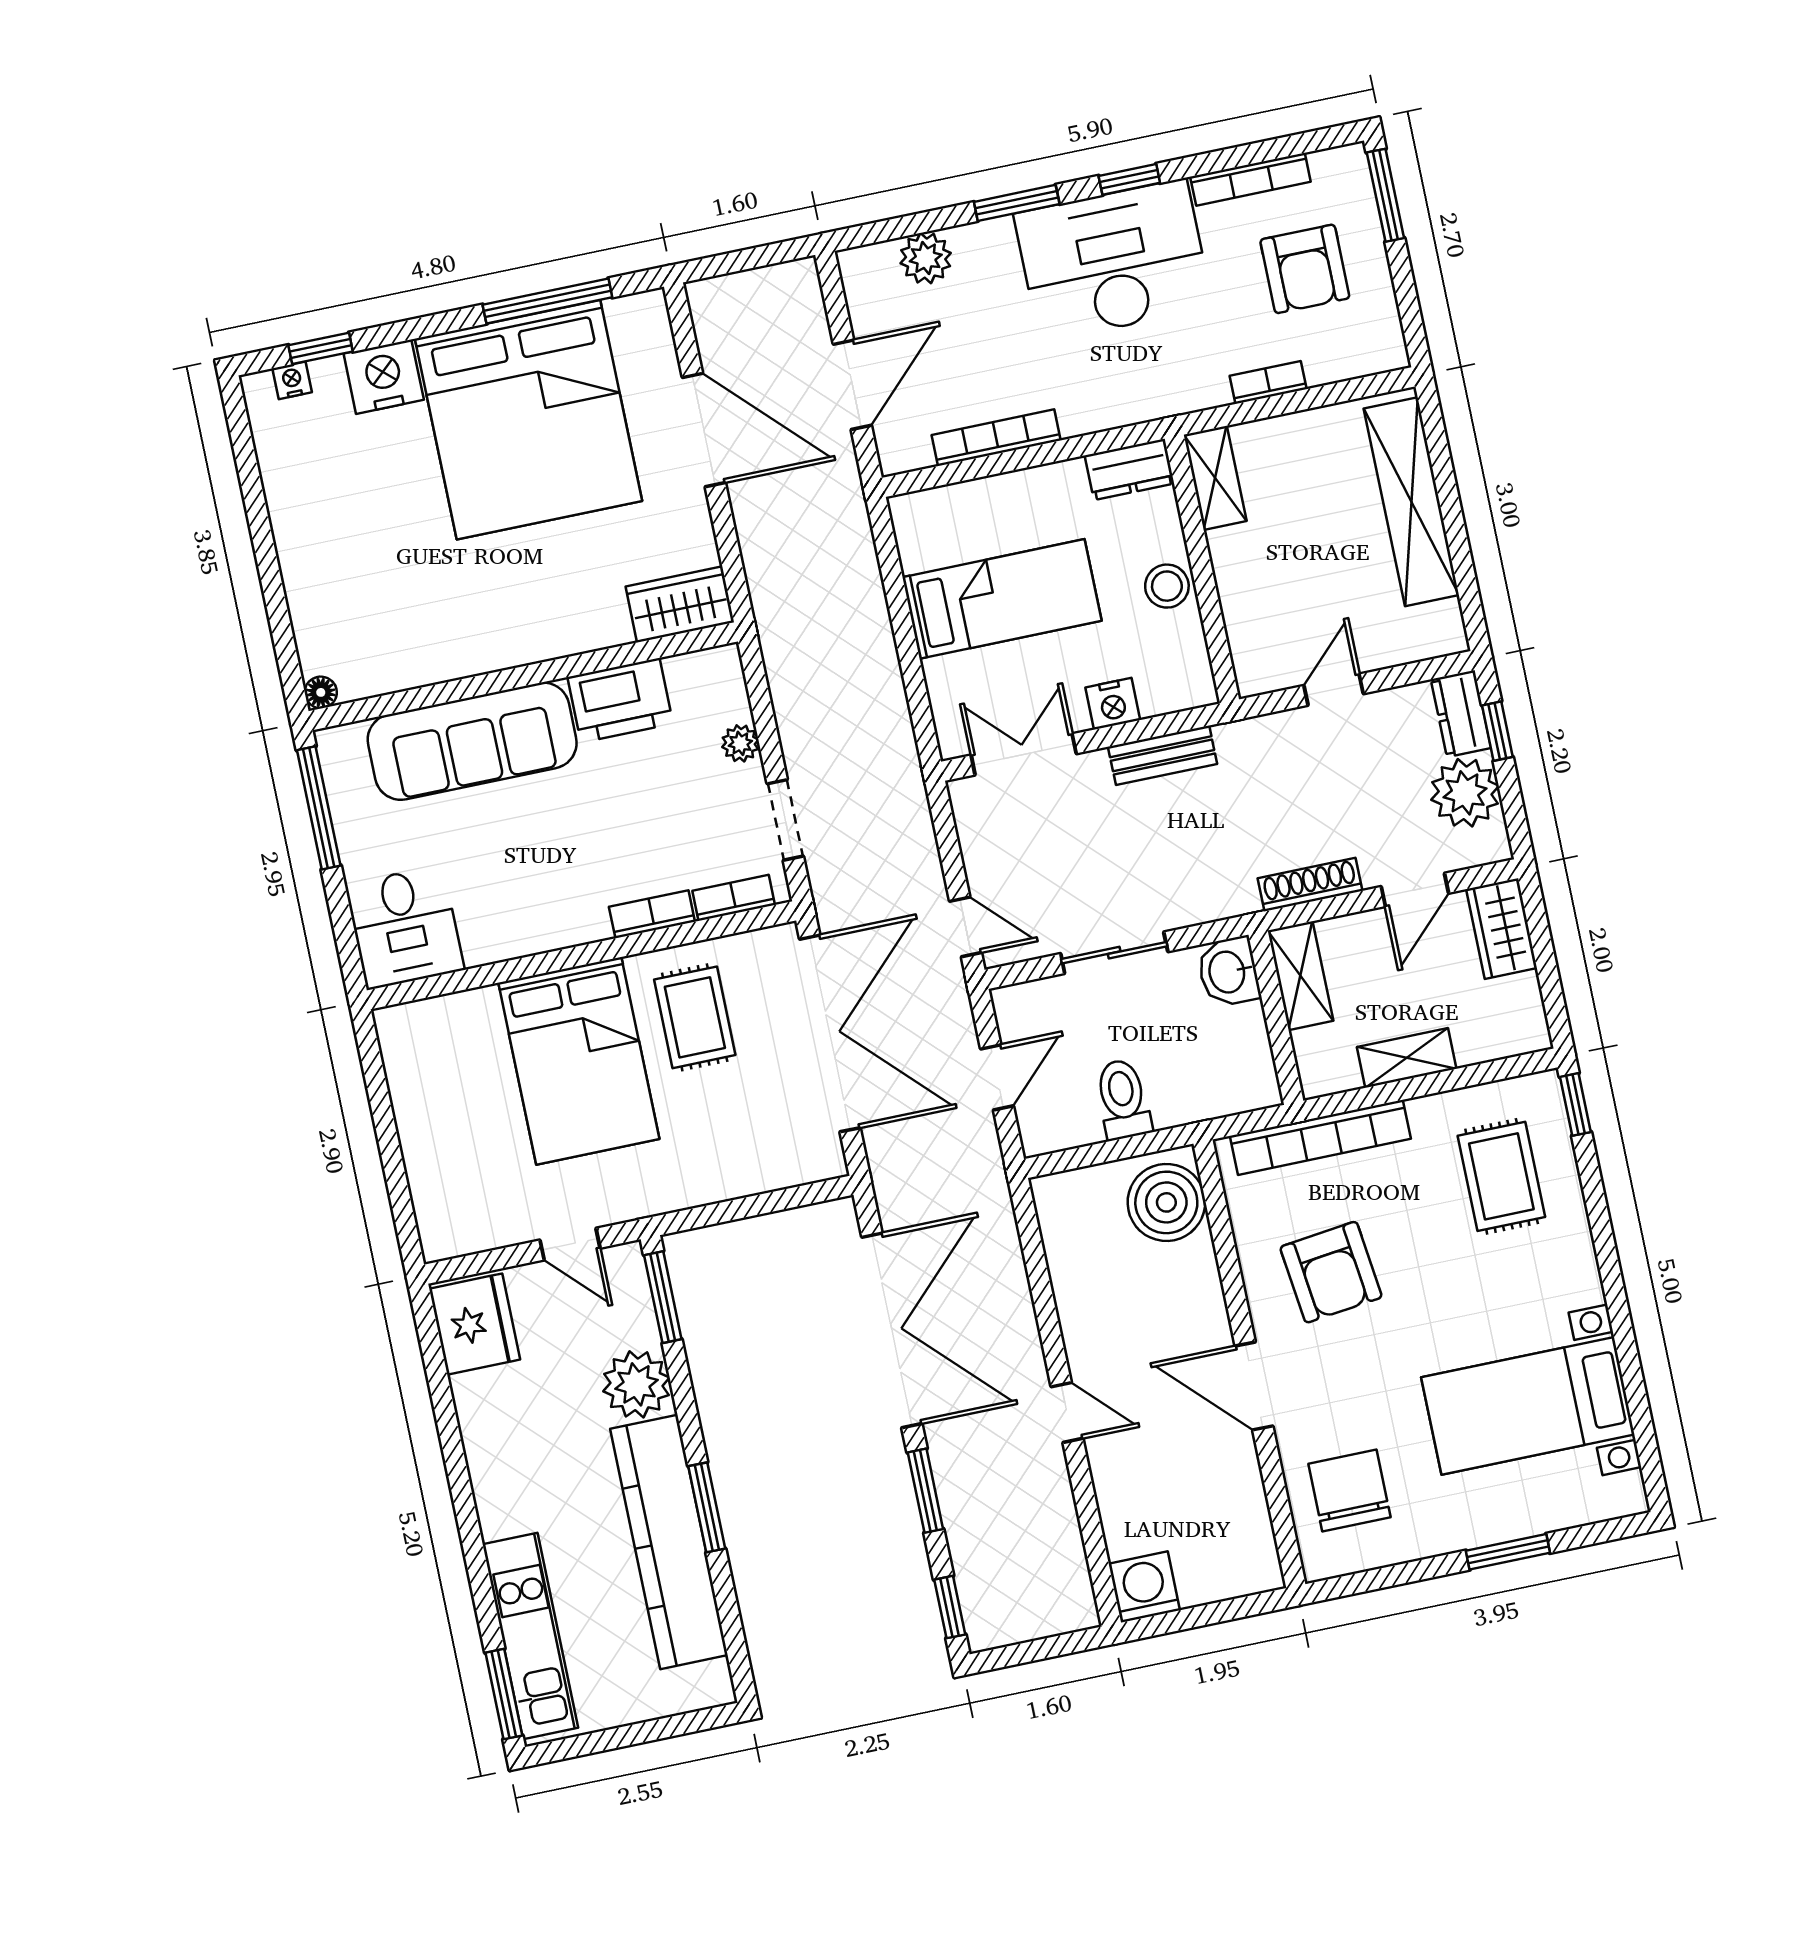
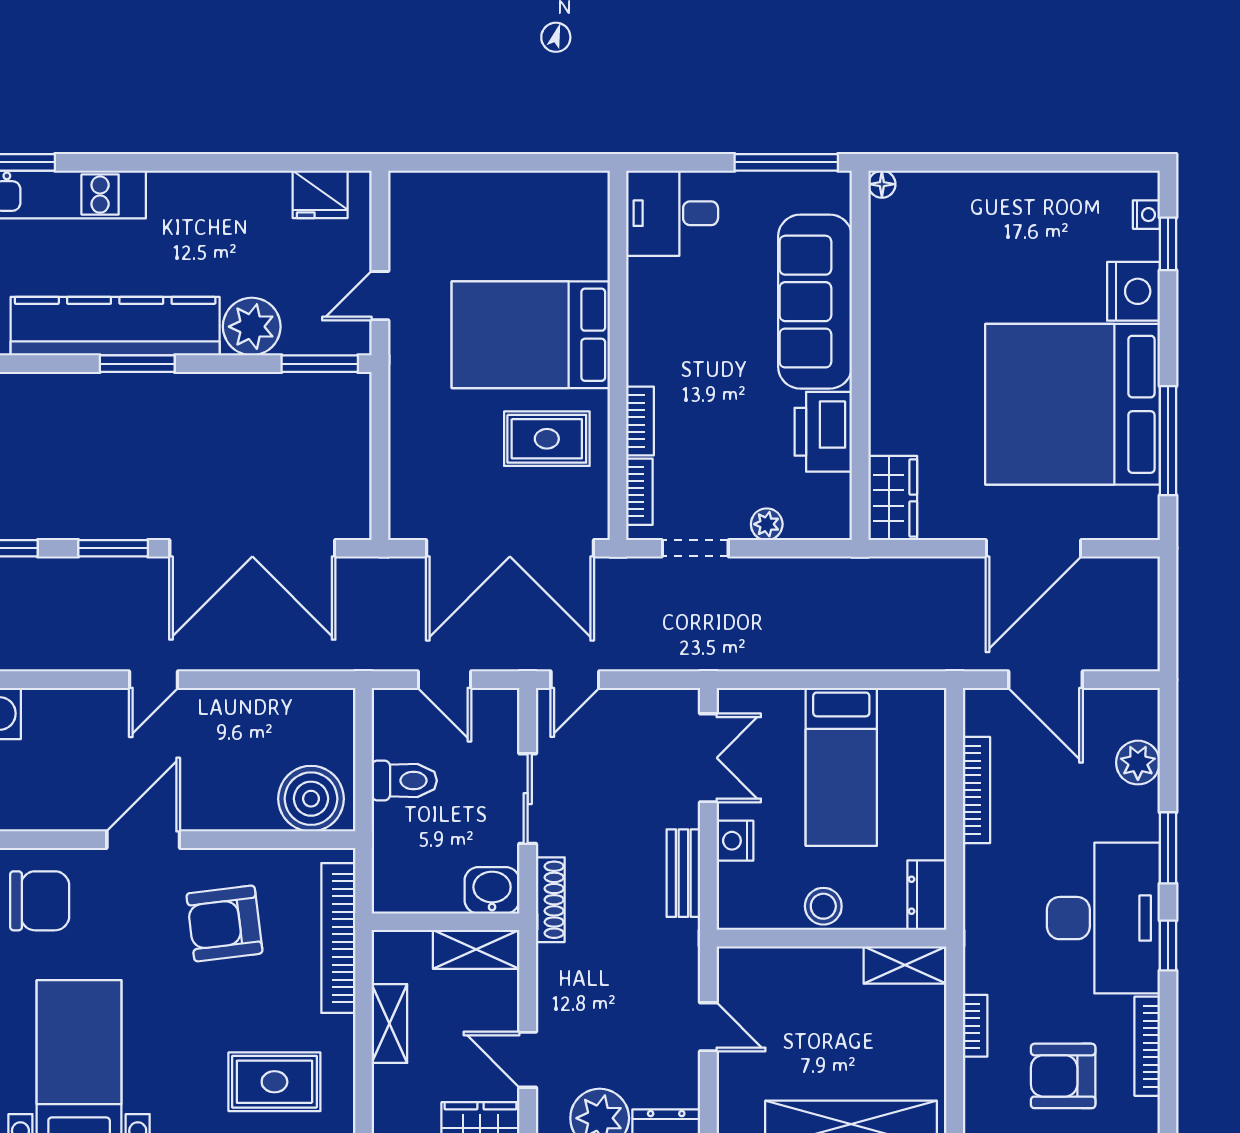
shoe rack: (1310, 885) -> (550, 900), moved
fridge: (475, 1324) -> (320, 194), width x0.73, depth x0.75

